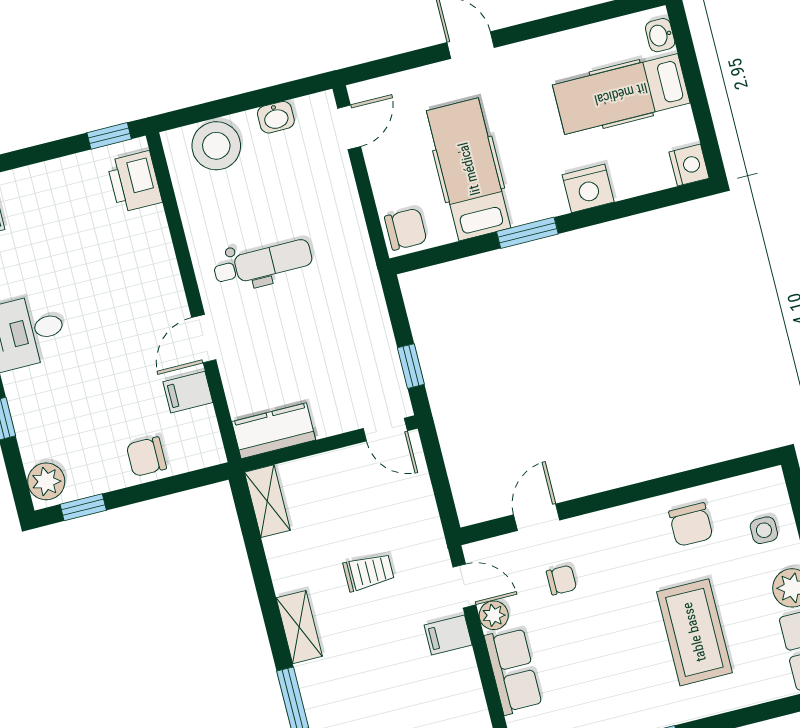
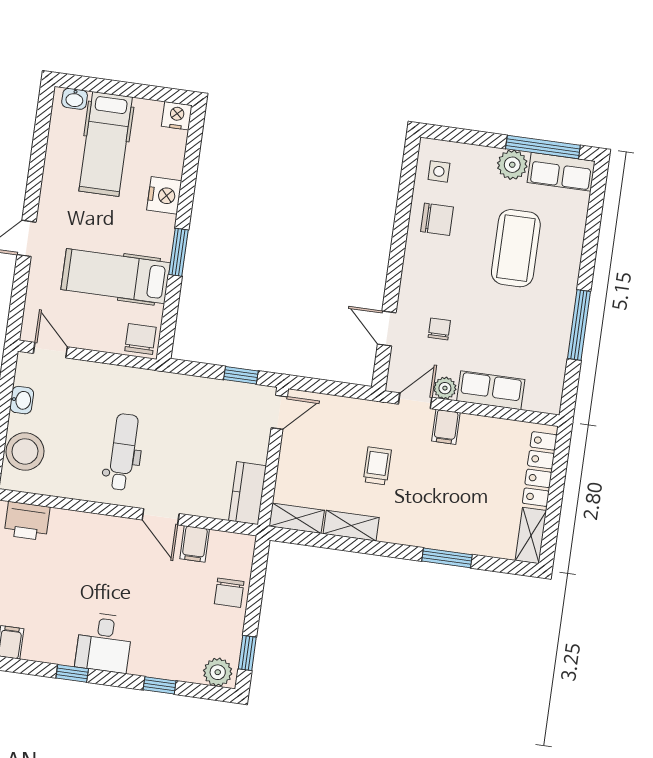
side table: (764, 530) -> (439, 171), moved
shelving: (299, 627) -> (351, 526), moved
coffee table: (694, 632) -> (516, 248), turned 90

